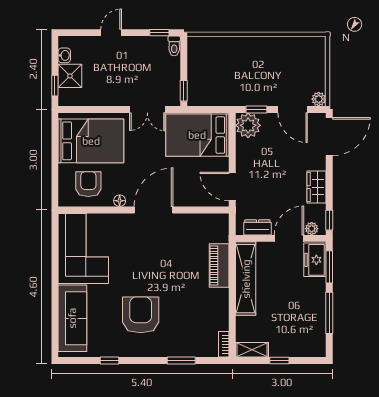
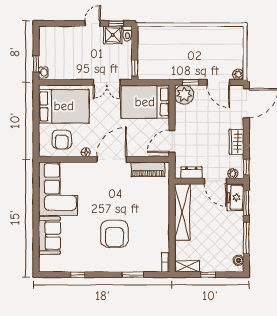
door: (111, 33) -> (93, 23), moved
washbasin: (64, 55) -> (43, 72), moved
shower: (70, 76) -> (113, 35), moved
armchair: (88, 184) -> (62, 140), turned 180
door: (232, 187) -> (172, 141), hinge flipped
door: (289, 238) -> (215, 181), swing flipped
piano: (219, 266) -> (148, 169), moved, turned -90
armchair: (141, 315) -> (115, 234), moved, turned 180
sofa: (72, 318) -> (50, 236), width x0.73
boiler: (319, 342) -> (238, 260), added

